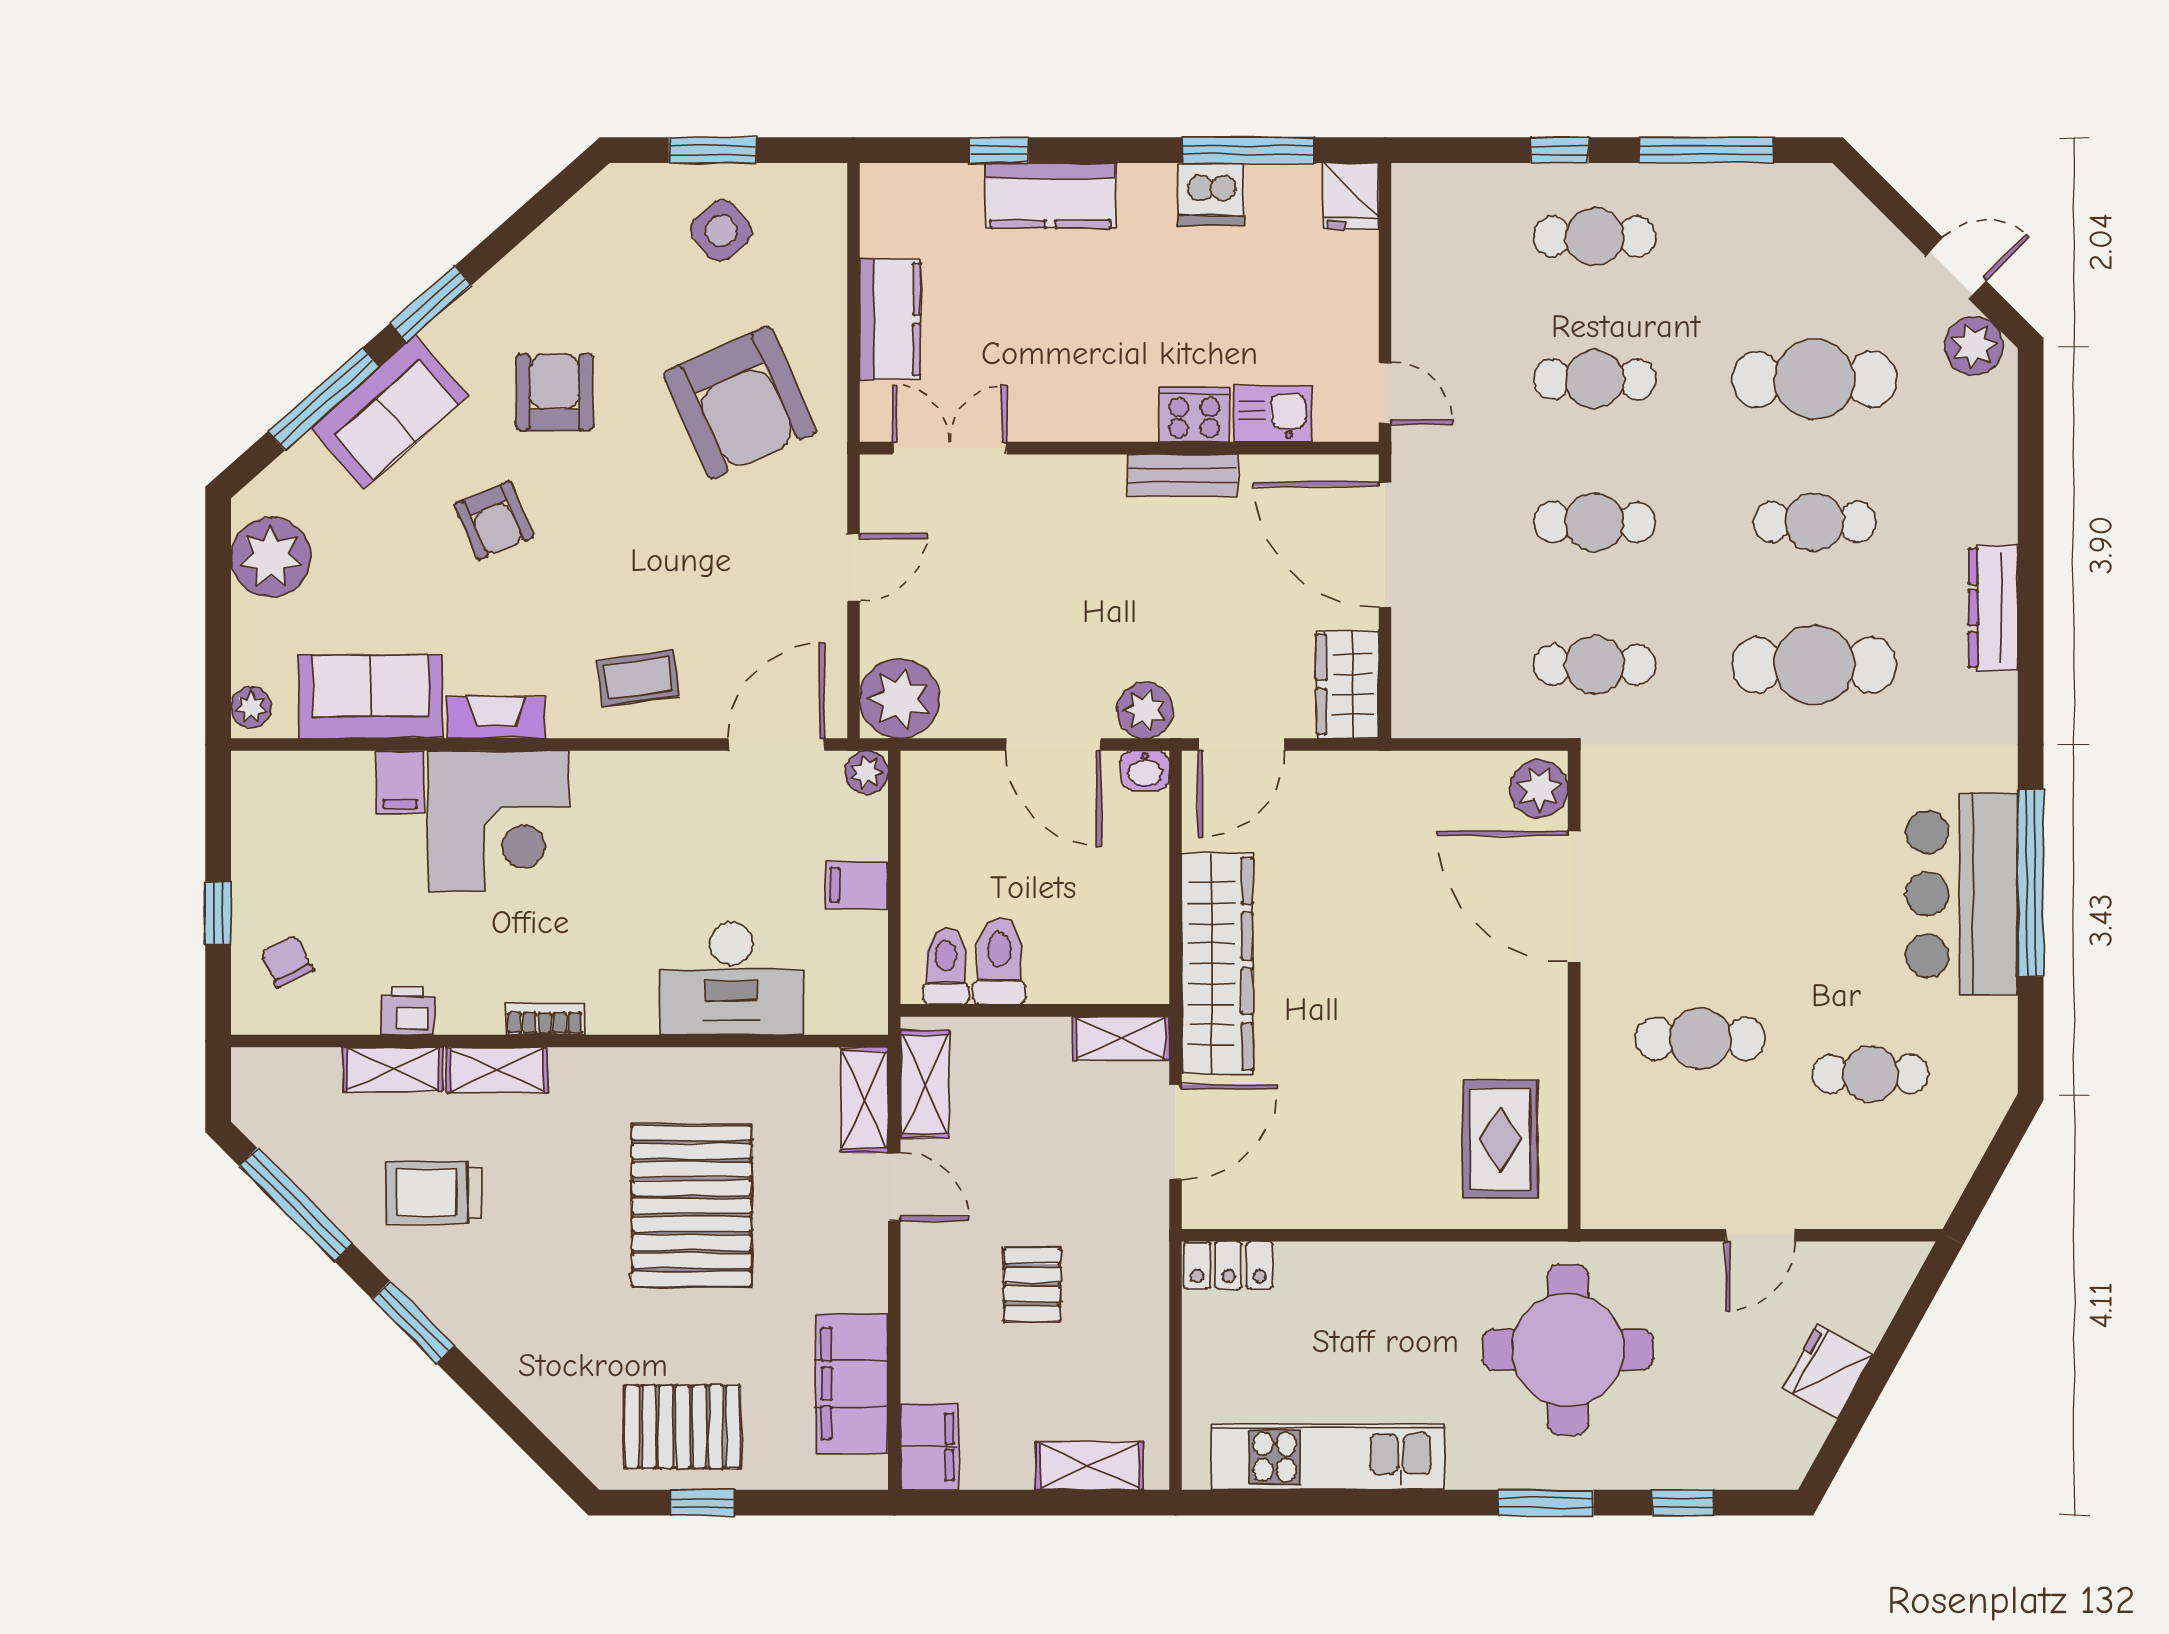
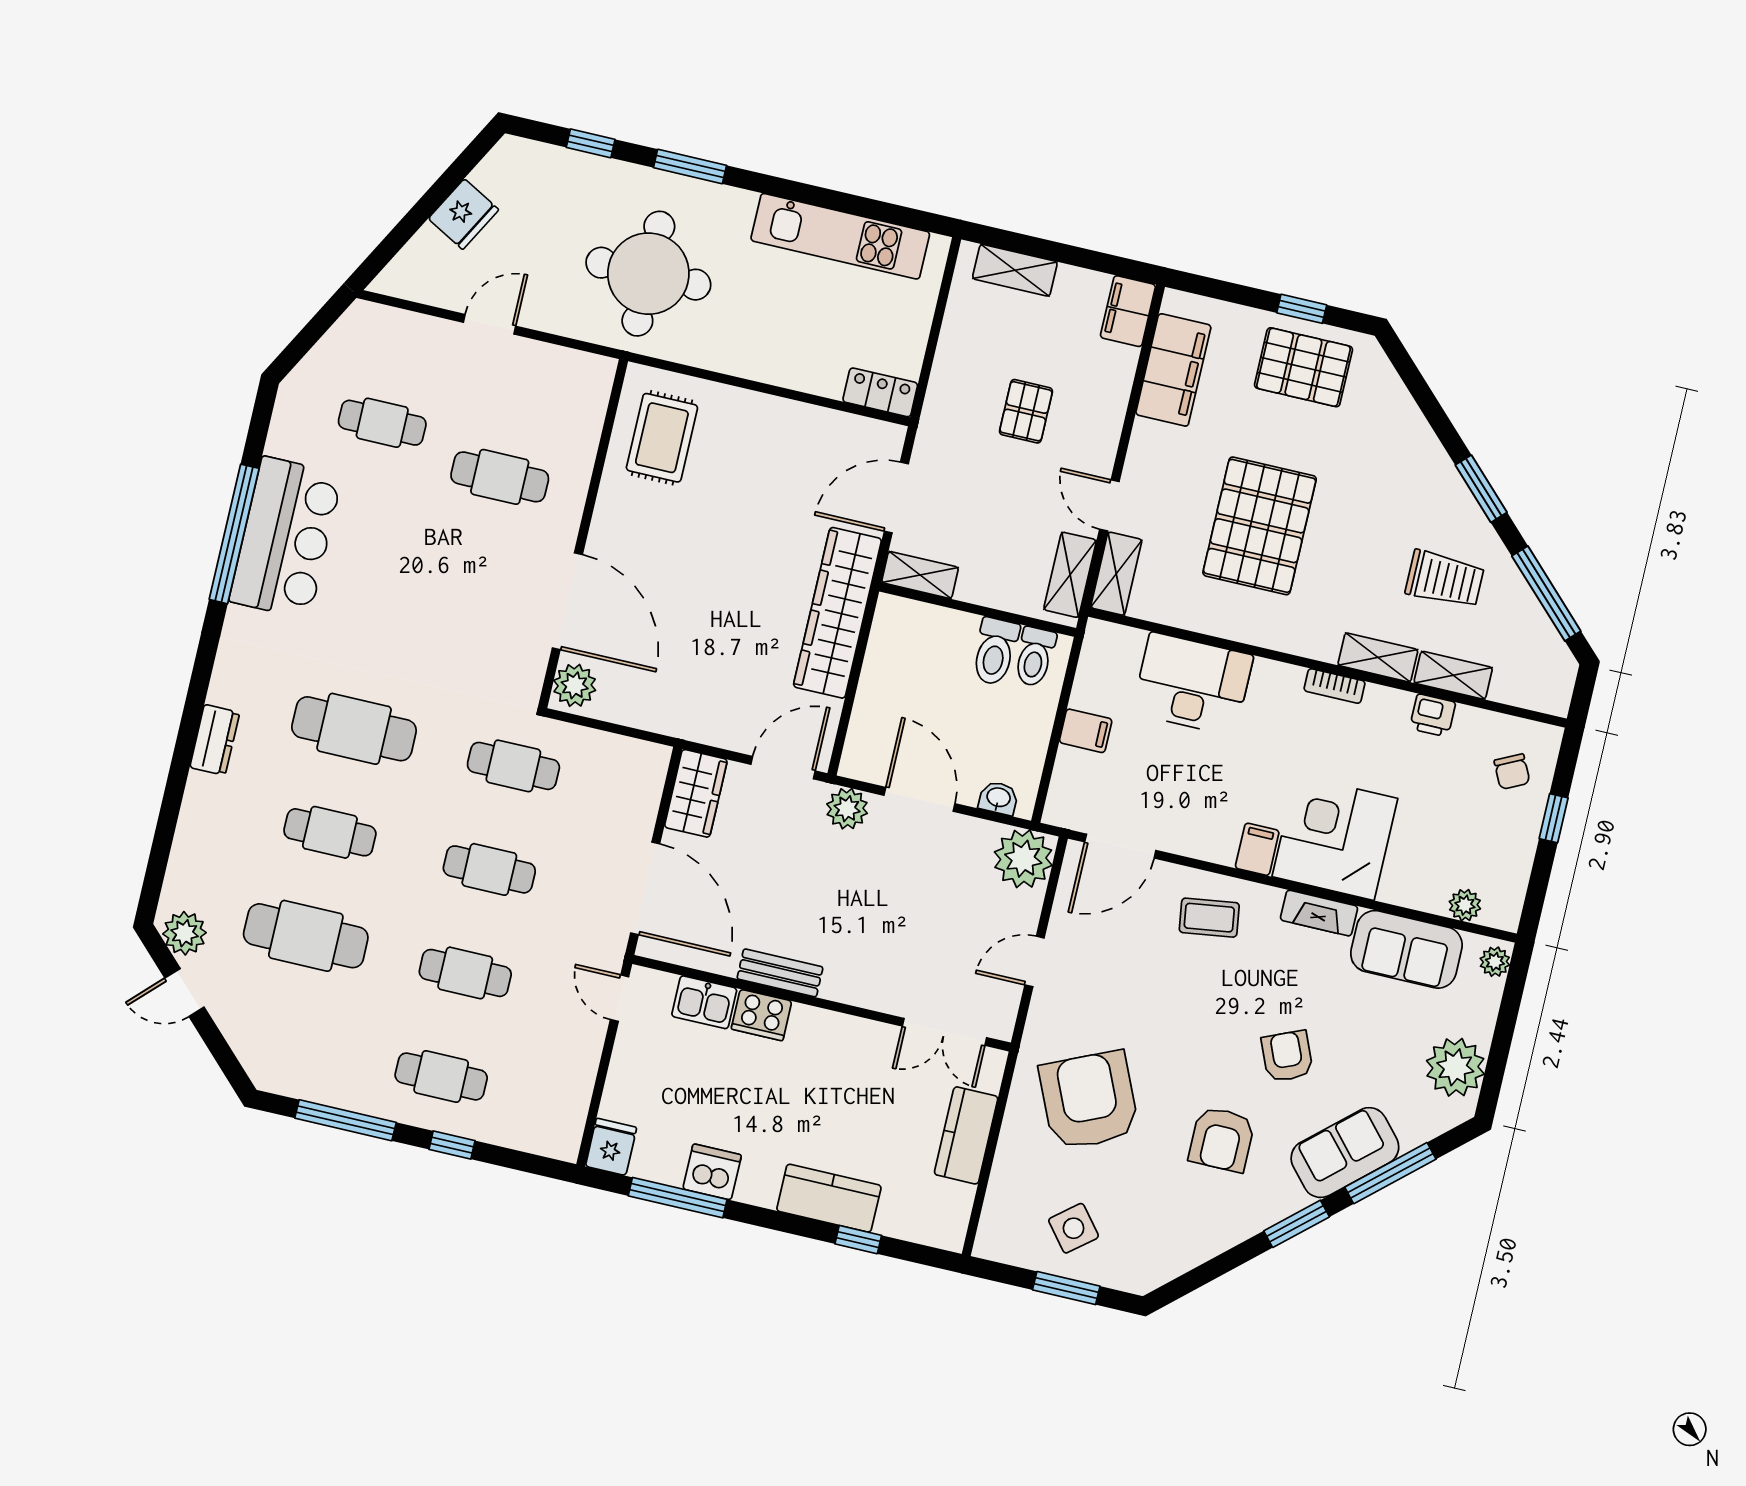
dresser: (1993, 608) -> (215, 740), width x0.70
washbasin: (1145, 770) -> (998, 798), moved
plant: (867, 772) -> (1465, 905), moved
filing cabinet: (400, 782) -> (1257, 849), moved

